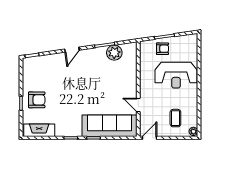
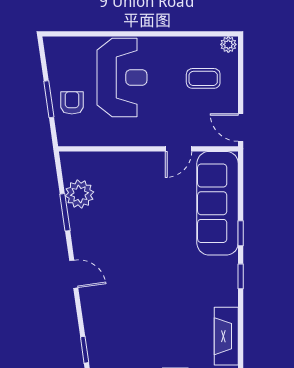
armchair: (37, 100) -> (169, 341), removed

